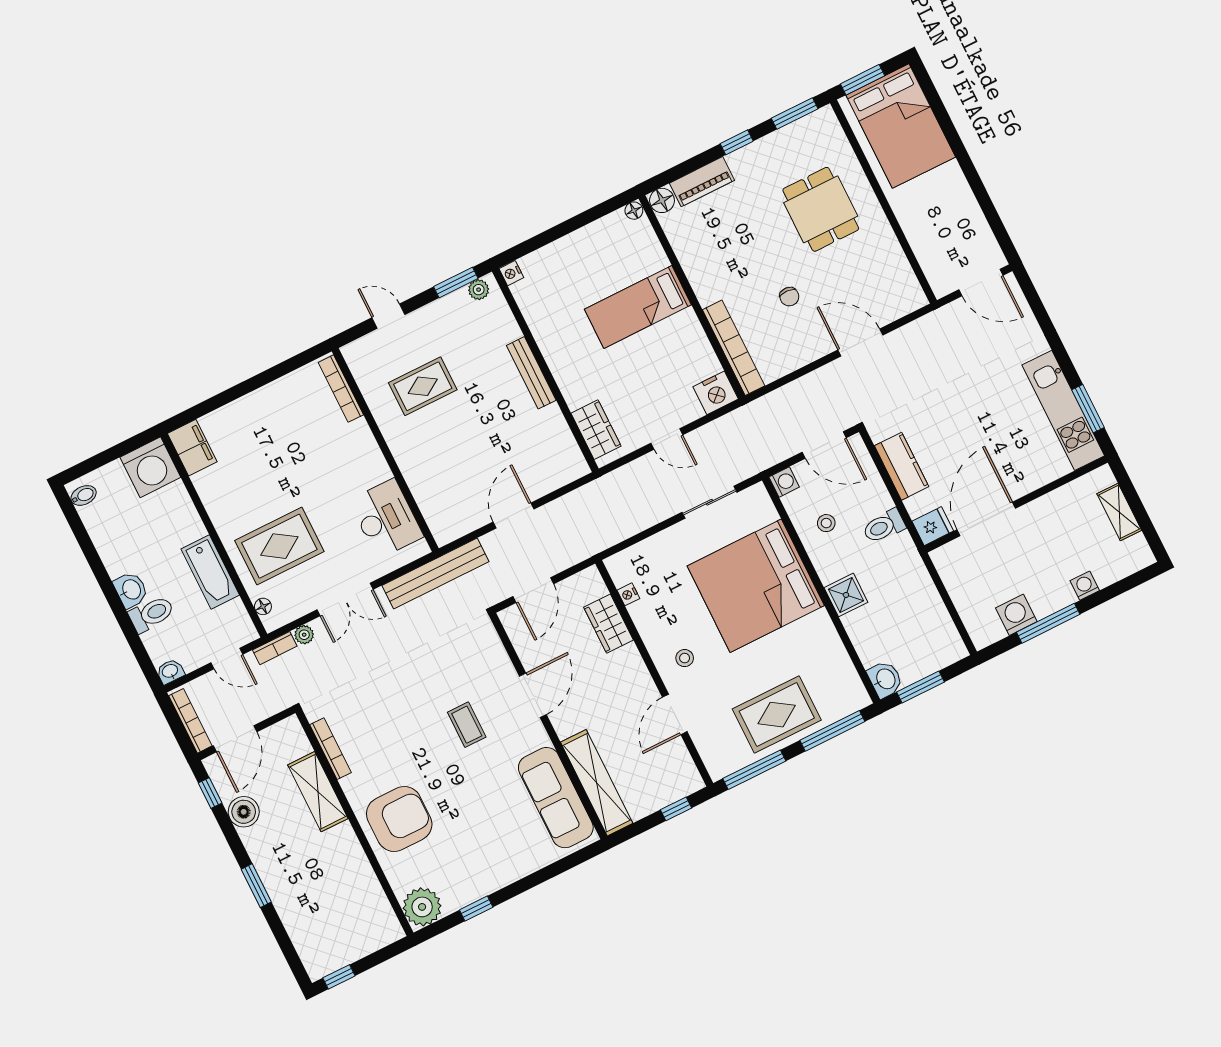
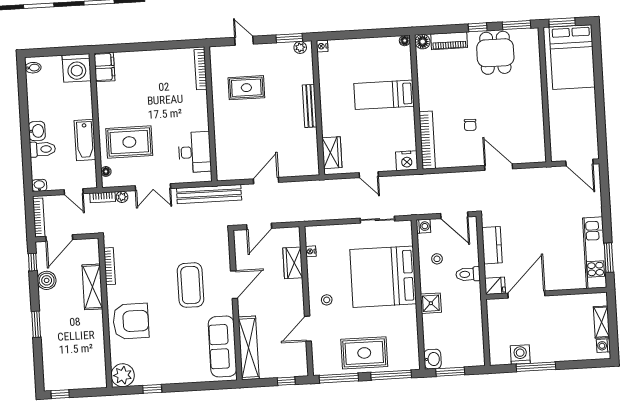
dining table: (821, 209) -> (495, 53), moved
washing machine: (1085, 586) -> (603, 346), moved, turned -90
coffee table: (467, 725) -> (191, 285), width x1.86, depth x1.72

